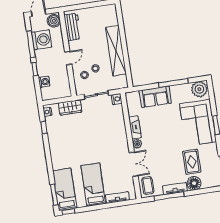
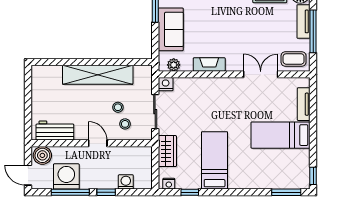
plant: (137, 144) -> (174, 65), moved
bed: (65, 189) -> (215, 160), moved, turned 90

